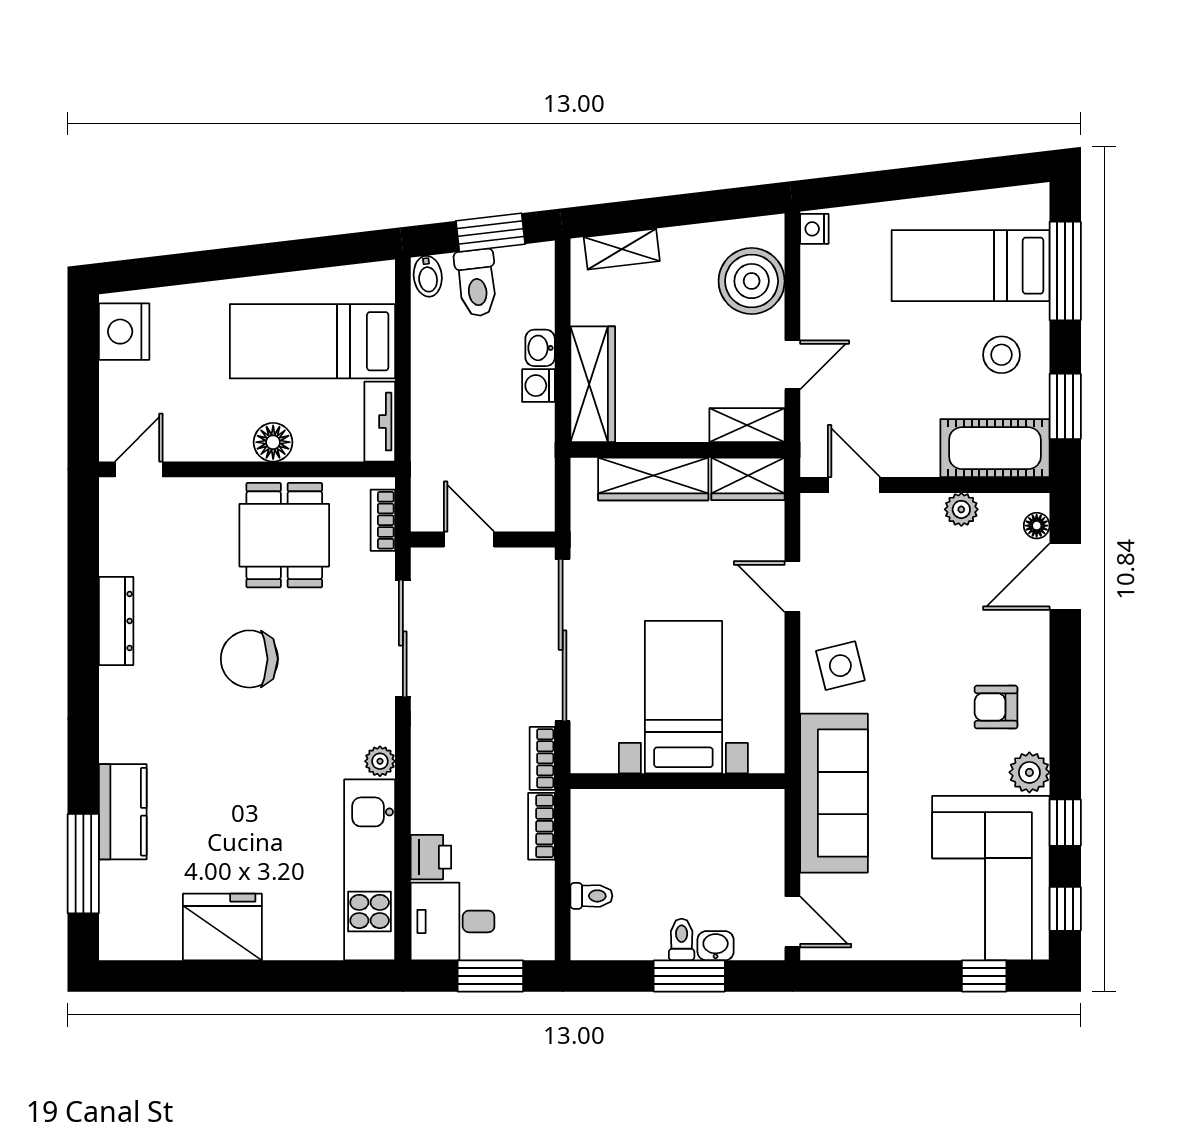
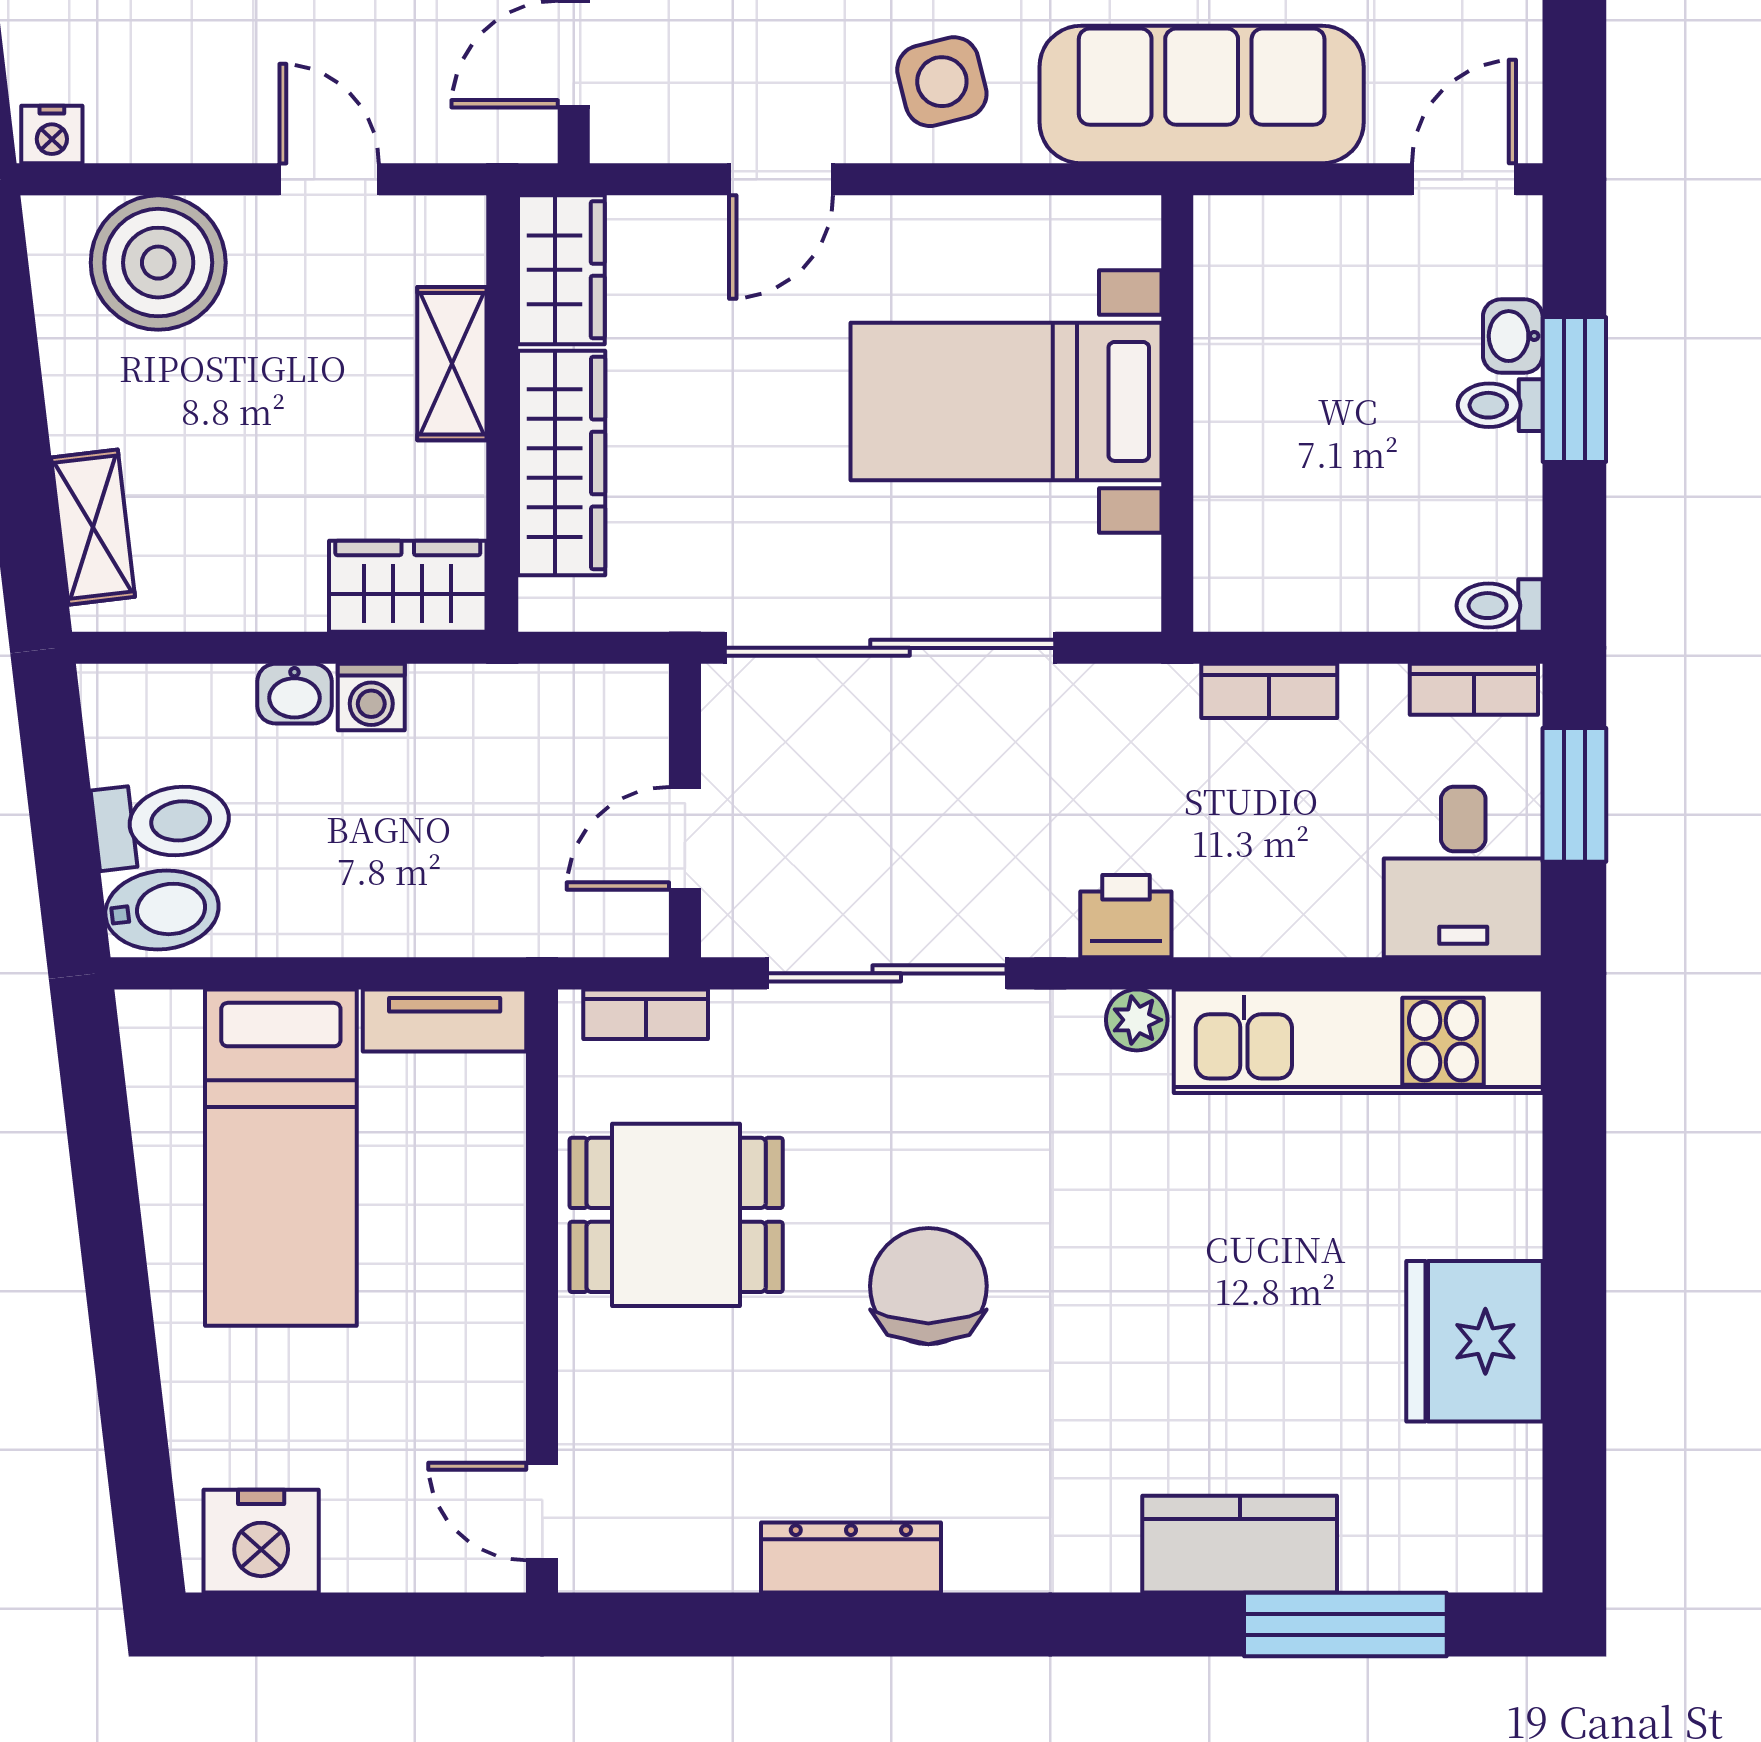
window: (490, 232) -> (59, 795), removed
bidet: (428, 276) -> (162, 910), width x1.38, depth x1.36
wardrobe: (593, 384) -> (408, 586), width x0.67
shelving: (747, 425) -> (452, 364), moved
floor lamp: (273, 442) -> (487, 1238), removed
chair: (249, 659) -> (928, 1286), turned 180
bookcase: (542, 758) -> (1474, 689), moved
printer: (431, 857) -> (1126, 916), moved
toilet: (591, 896) -> (1500, 606), moved, turned -90

